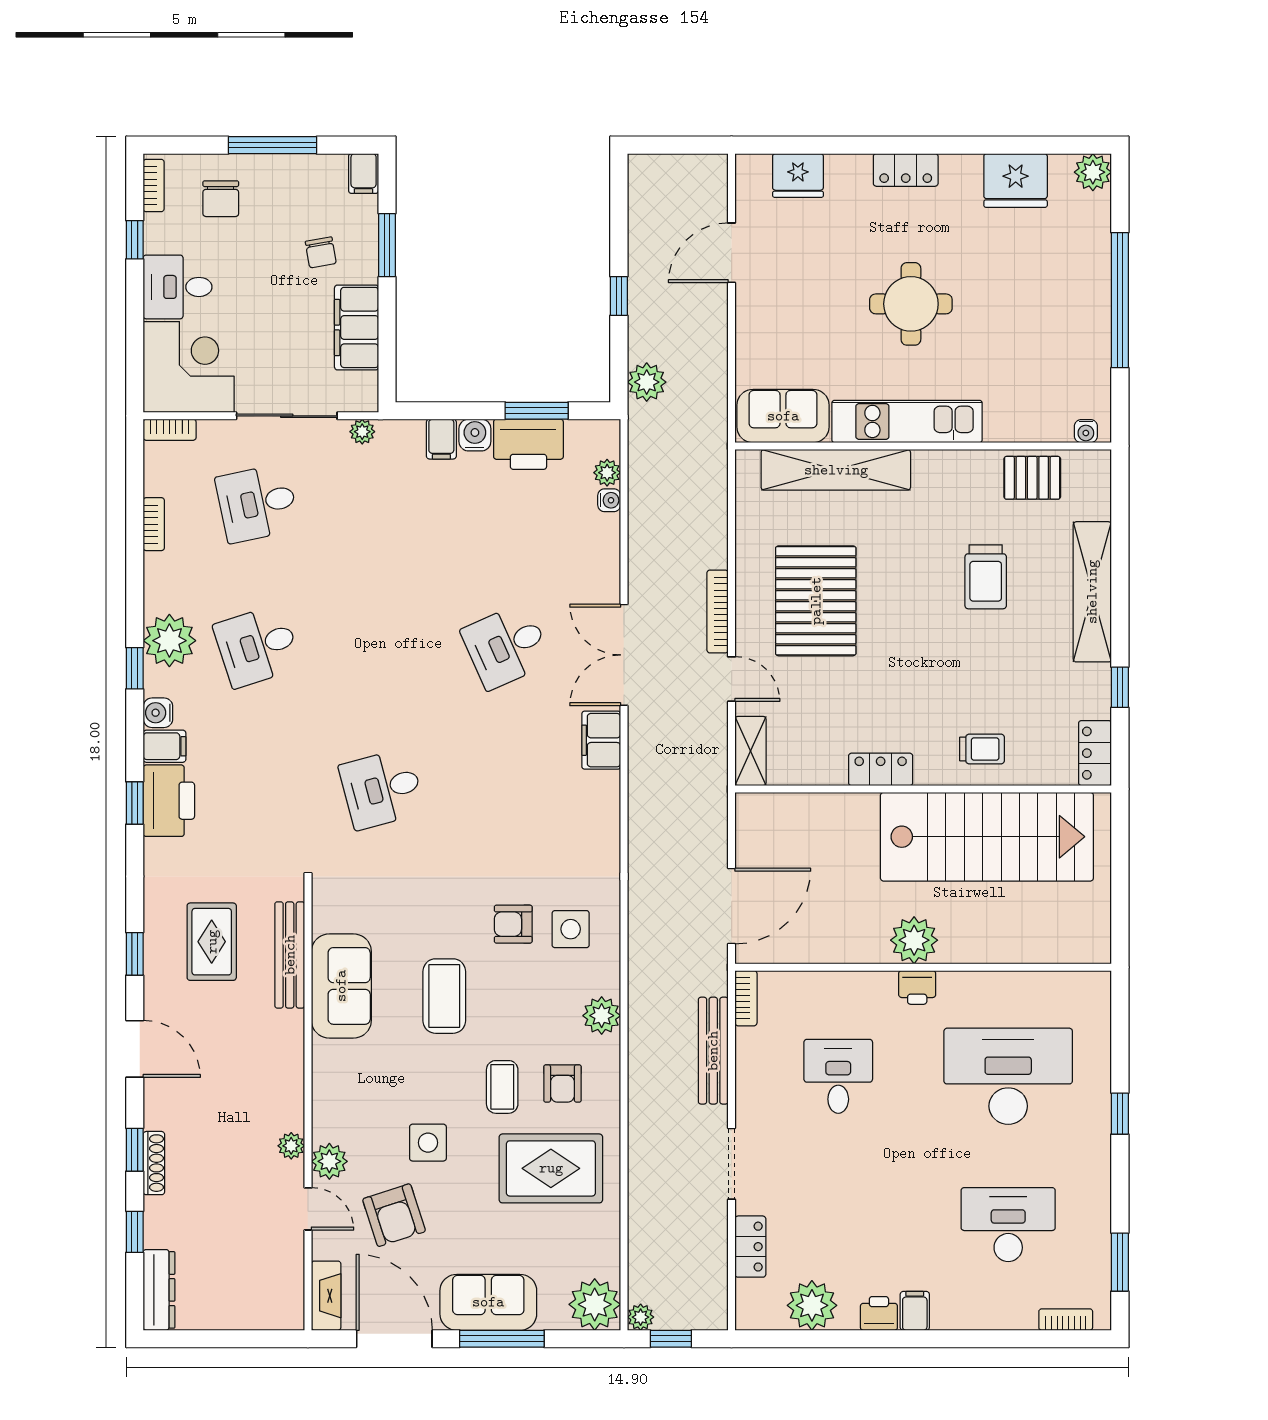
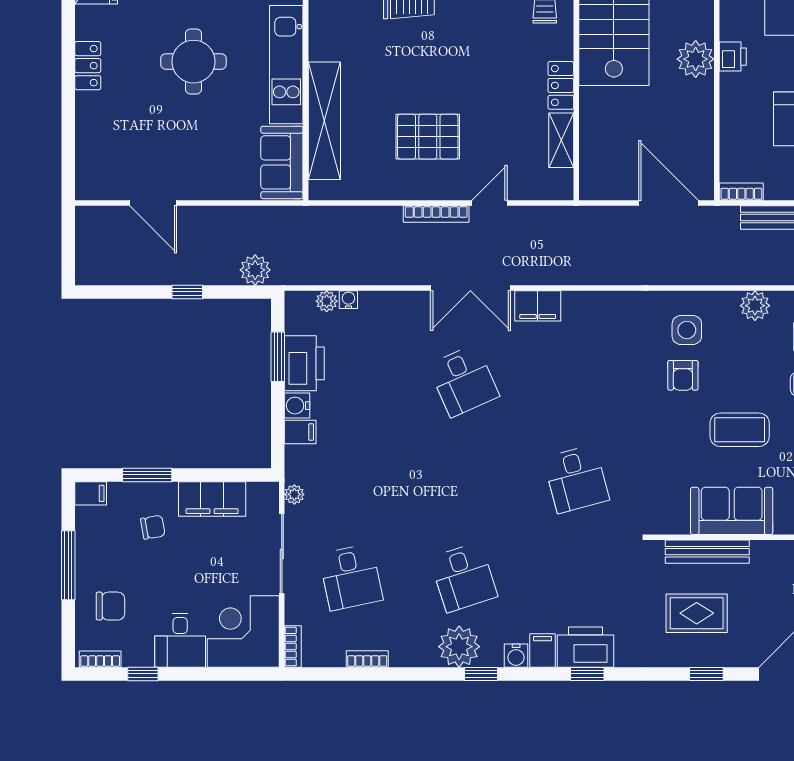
fridge: (798, 175) -> (92, 151), removed
pallet: (816, 601) -> (428, 137), width x0.73, depth x0.71
shelving: (750, 751) -> (561, 140), moved, turned 90

